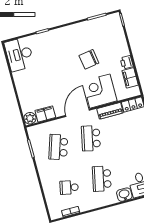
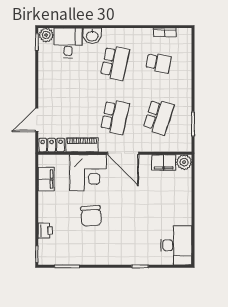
chair: (89, 59) -> (91, 216), turned 94
printer: (127, 62) -> (45, 231), moved
door: (77, 113) -> (123, 153), hinge flipped

